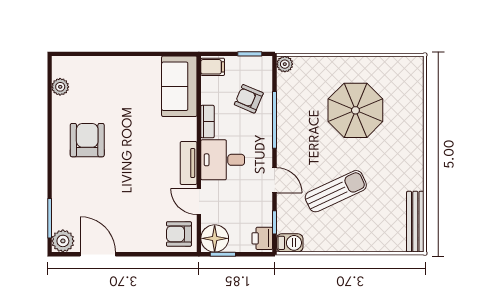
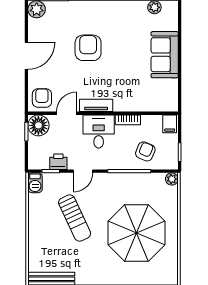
sofa: (179, 86) -> (165, 55), moved, turned -90
parasol: (355, 110) -> (136, 233), width x1.36, depth x1.36
armchair: (87, 140) -> (88, 48), moved, turned -90
printer: (262, 238) -> (58, 162), moved
door: (98, 254) -> (26, 56), moved

